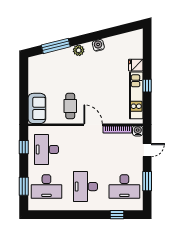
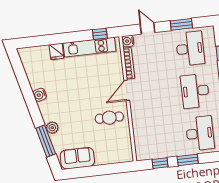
plant: (79, 50) -> (52, 128), moved
window: (147, 86) -> (100, 34), moved
sofa: (37, 108) -> (77, 158), moved
desk: (46, 149) -> (160, 138), removed
window: (24, 186) -> (188, 160), moved
desk: (85, 187) -> (195, 91), turned 90

